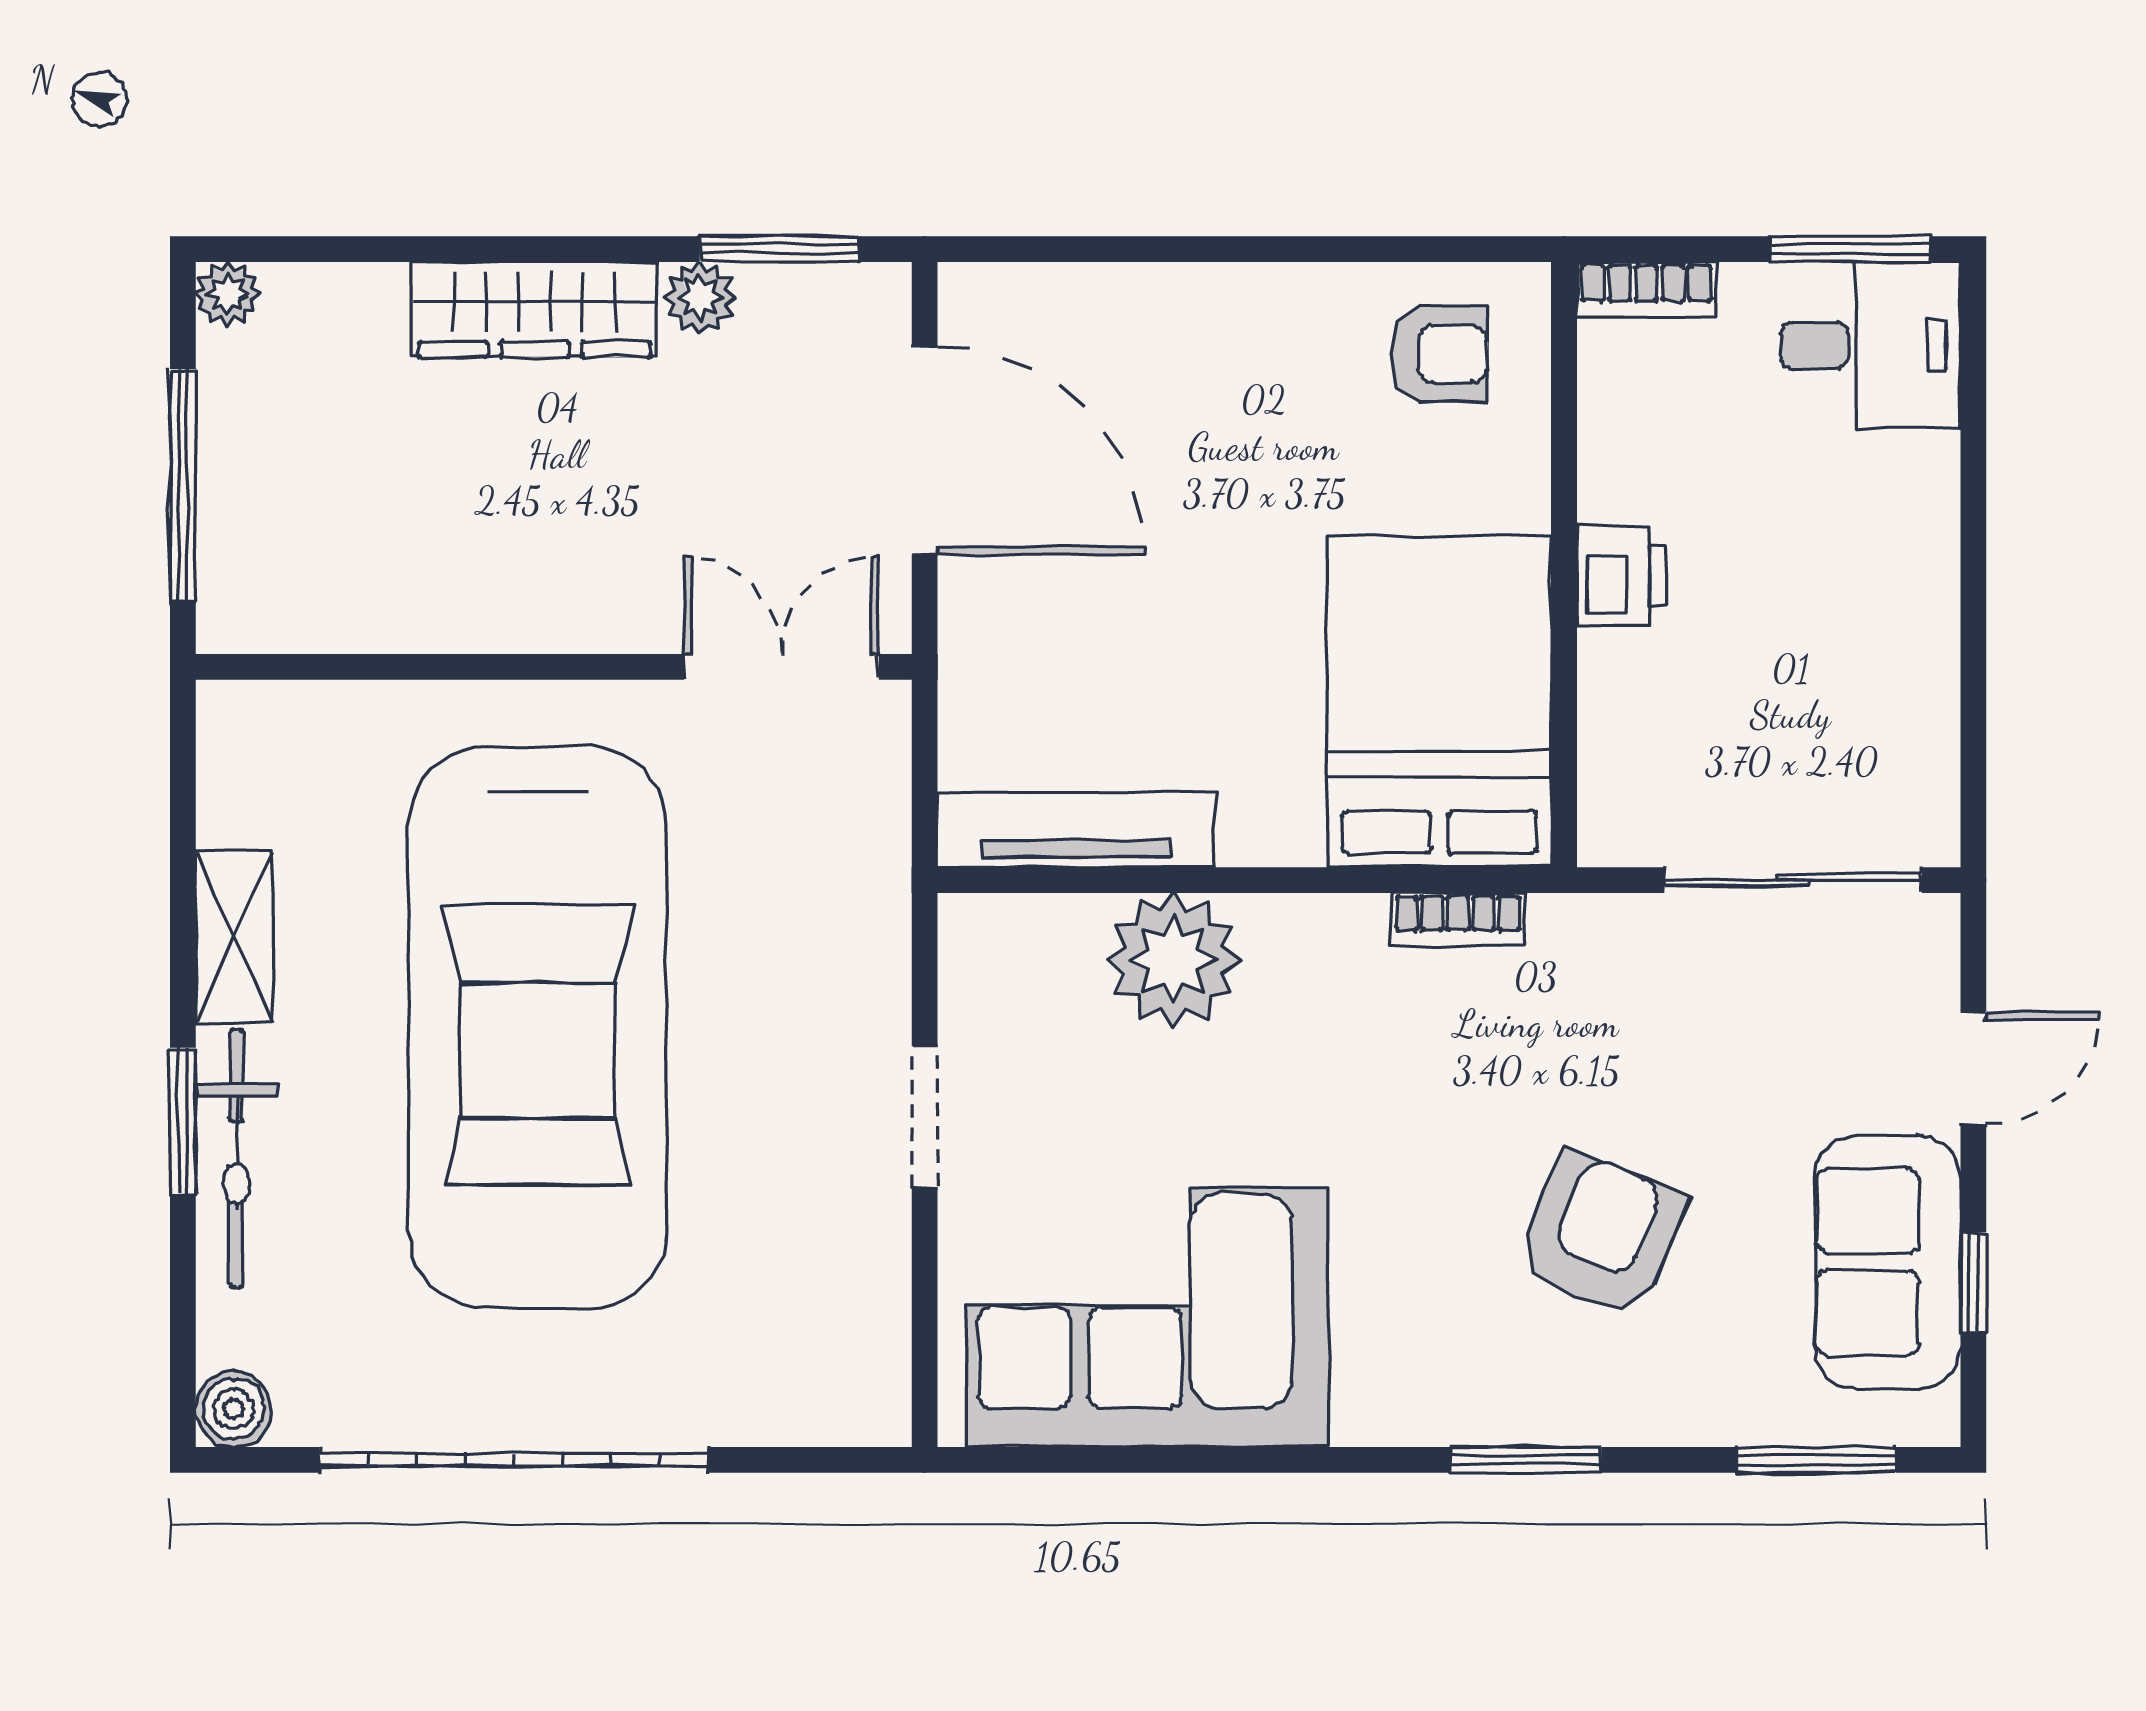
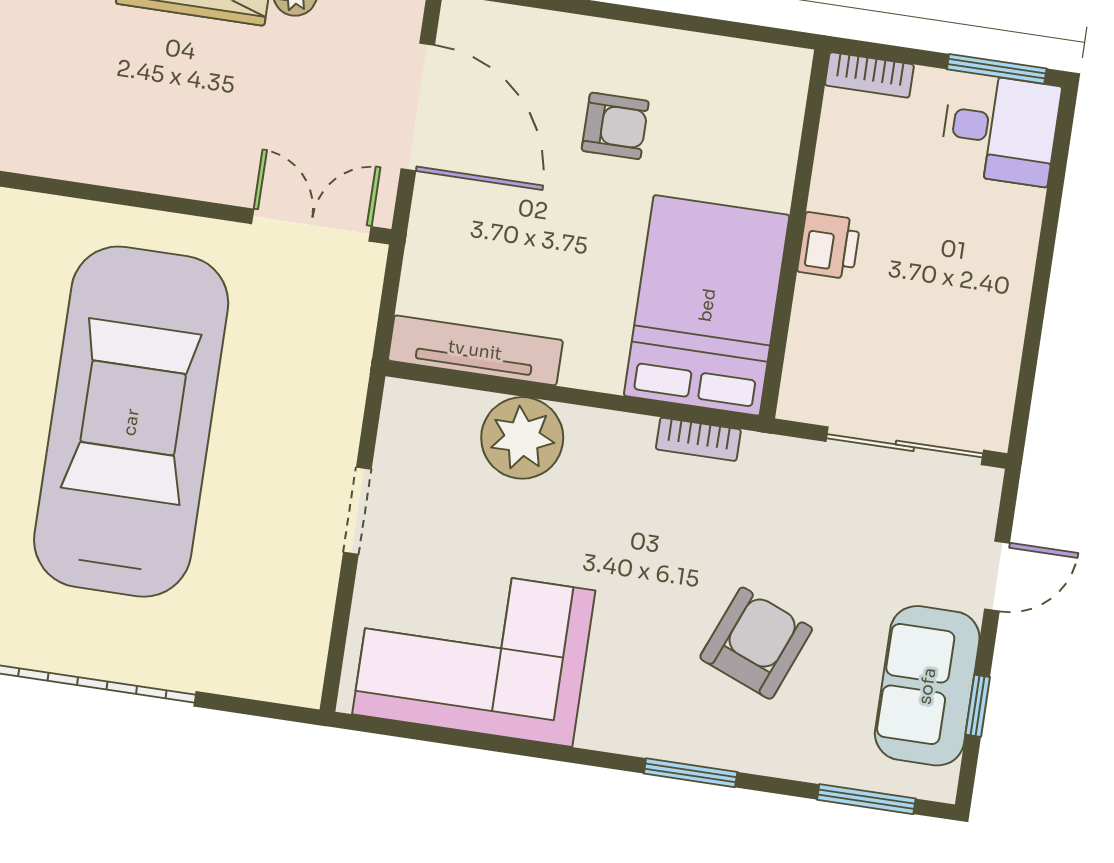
armchair: (1439, 354) -> (615, 126), moved
car: (538, 1028) -> (131, 422), turned 180

